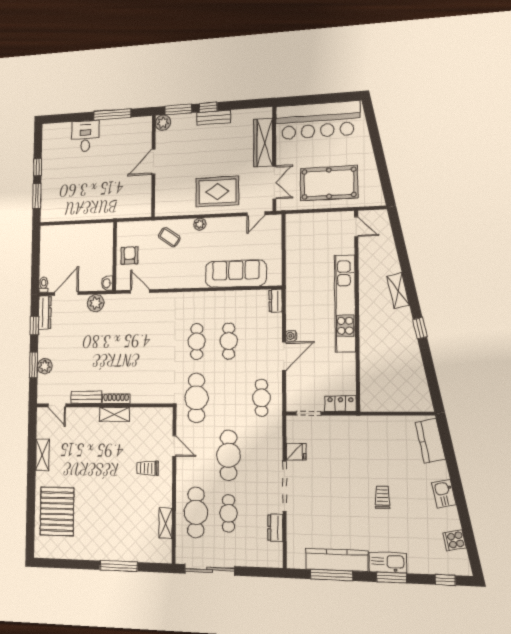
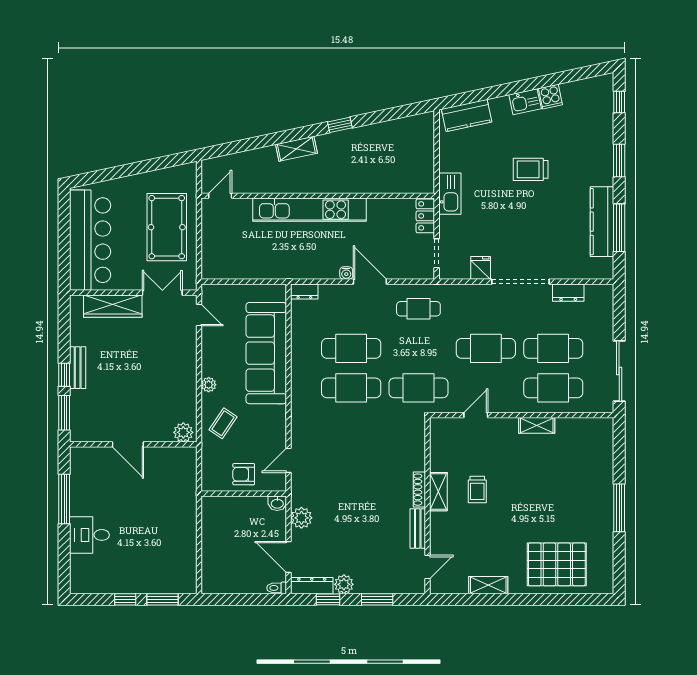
plant: (163, 123) -> (183, 432), moved
rug: (217, 192) -> (170, 363), removed
sofa: (236, 274) -> (266, 353), width x1.36, depth x1.27
cafe table: (229, 341) -> (351, 348), width x1.37, depth x1.35
cafe table: (197, 342) -> (351, 388), width x1.37, depth x1.35
plant: (45, 366) -> (344, 584), moved
trolley: (147, 468) -> (477, 490), moved
trolley: (383, 497) -> (531, 169), width x1.36, depth x1.39
cafe table: (228, 513) -> (553, 348), width x1.37, depth x1.35
shelving: (166, 523) -> (537, 425), moved
cooker: (455, 540) -> (550, 97), moved
kitchen sink: (388, 563) -> (450, 194), moved, turned 180
window: (119, 566) -> (619, 508), moved

